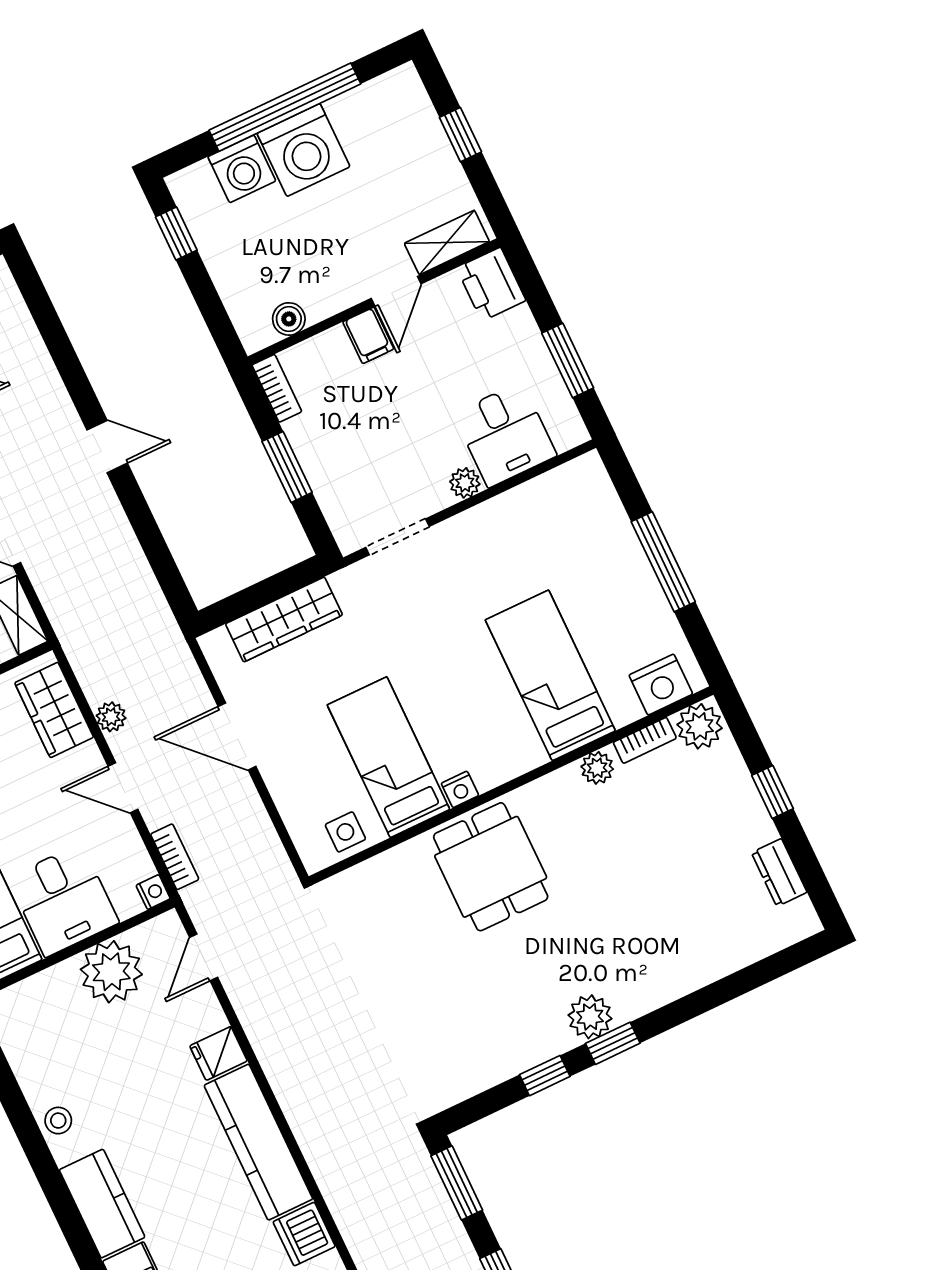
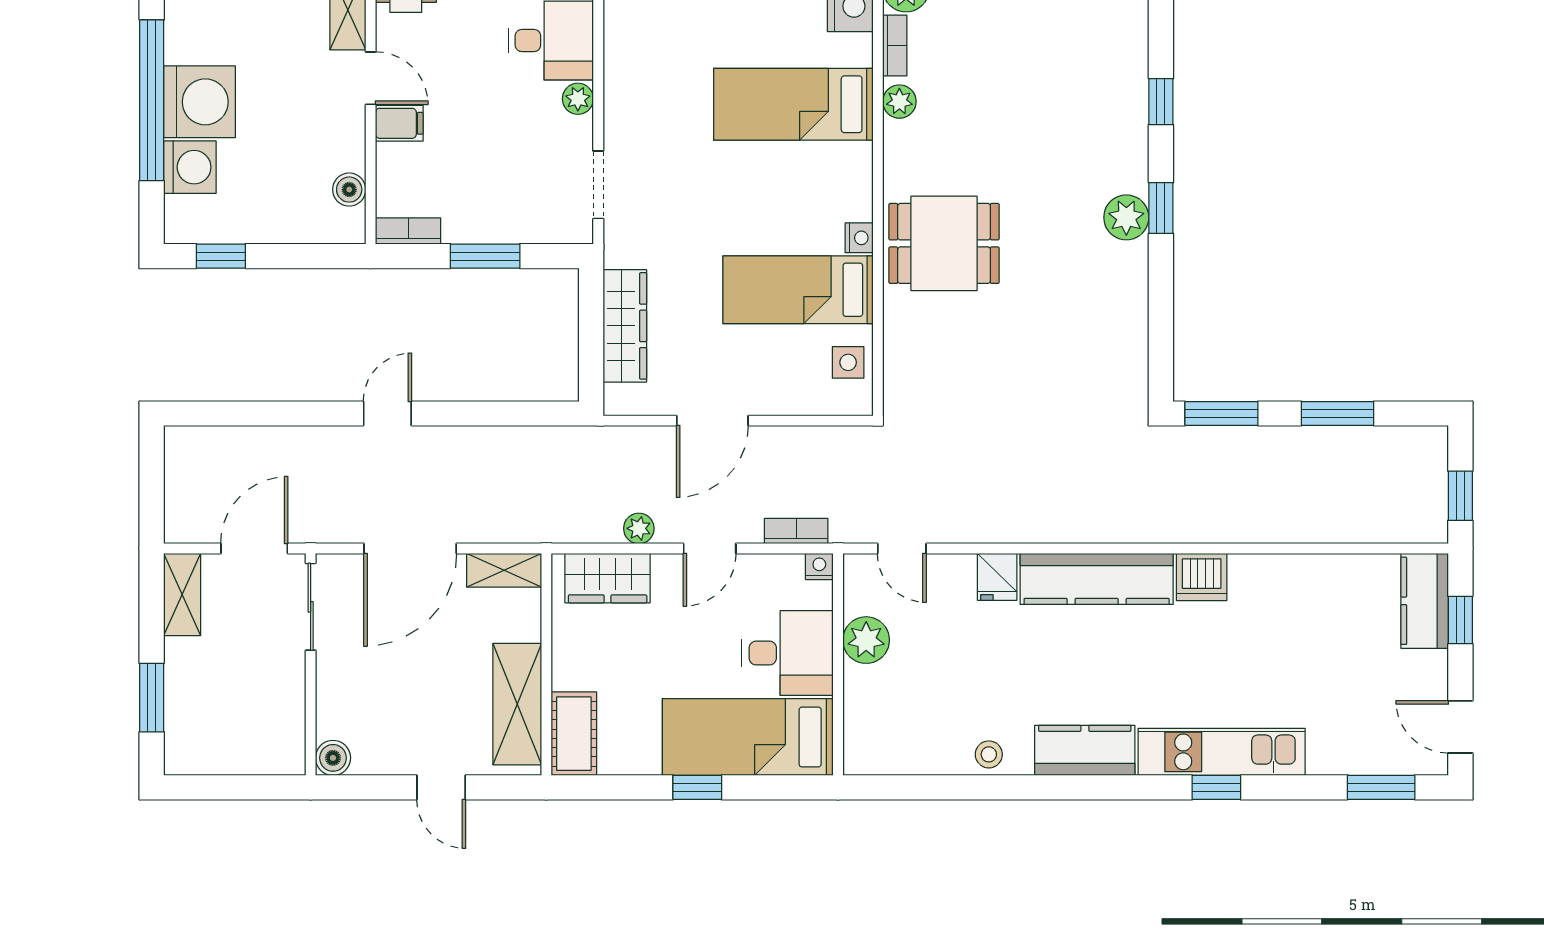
plant: (111, 972) -> (866, 640), width x0.73, depth x0.73
window: (545, 1076) -> (1161, 102), moved

